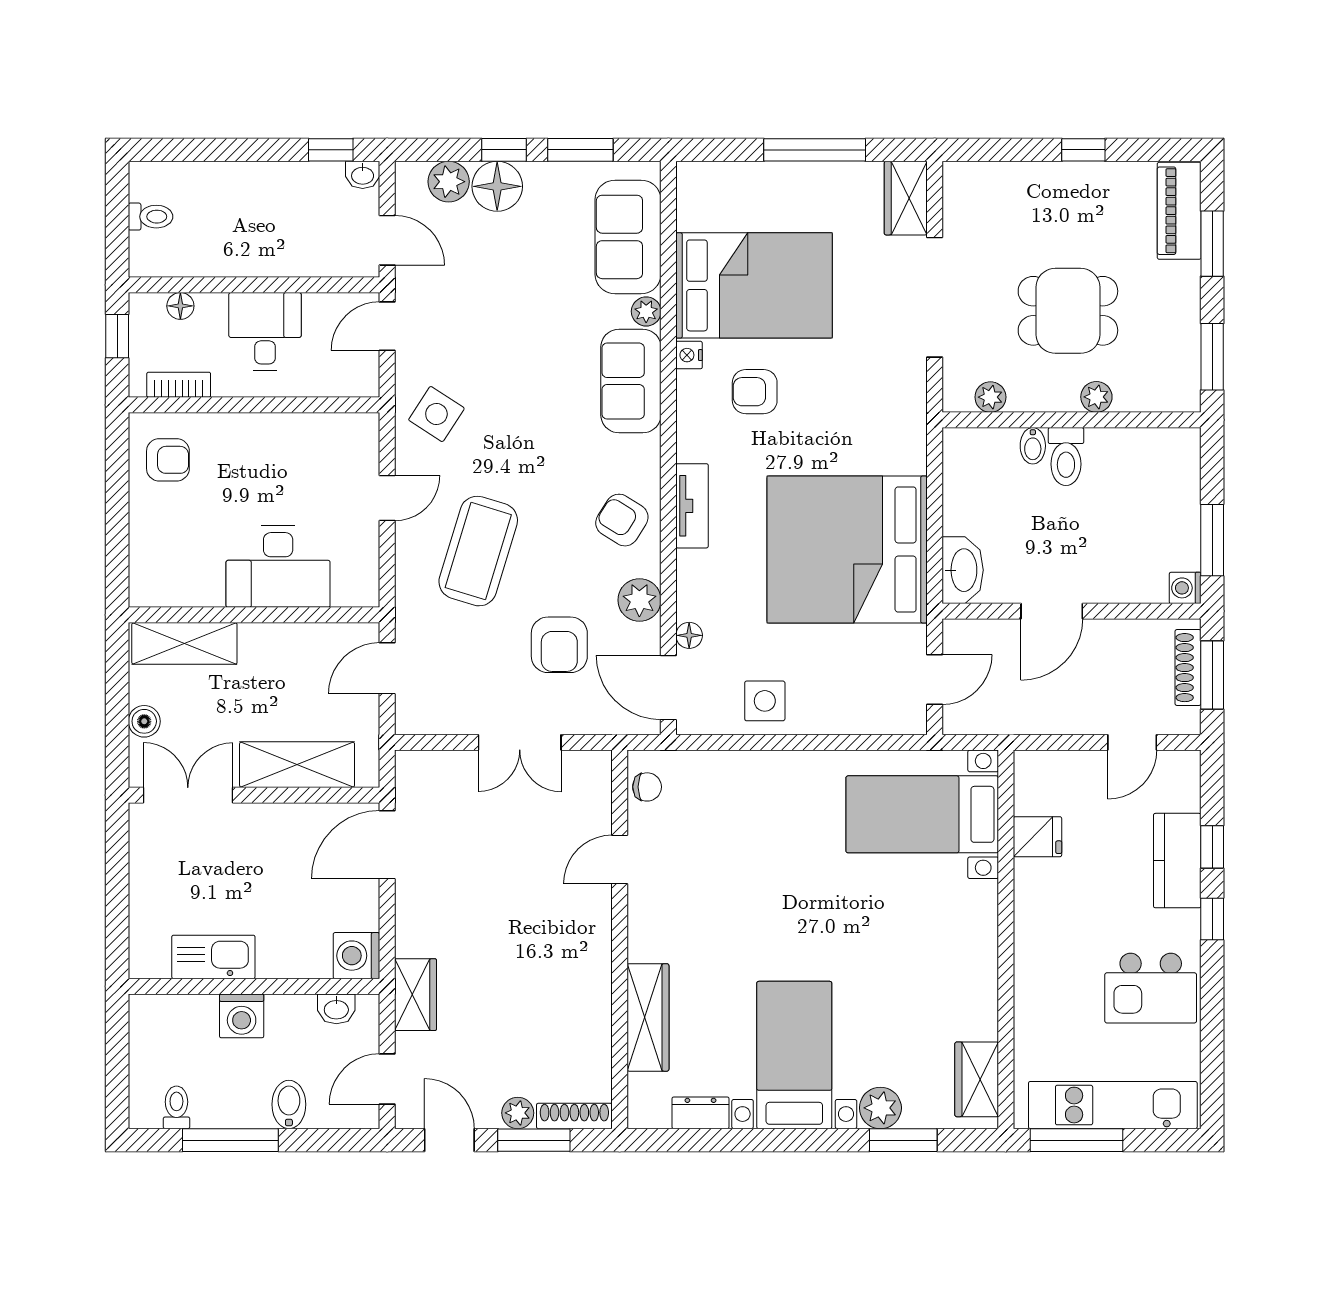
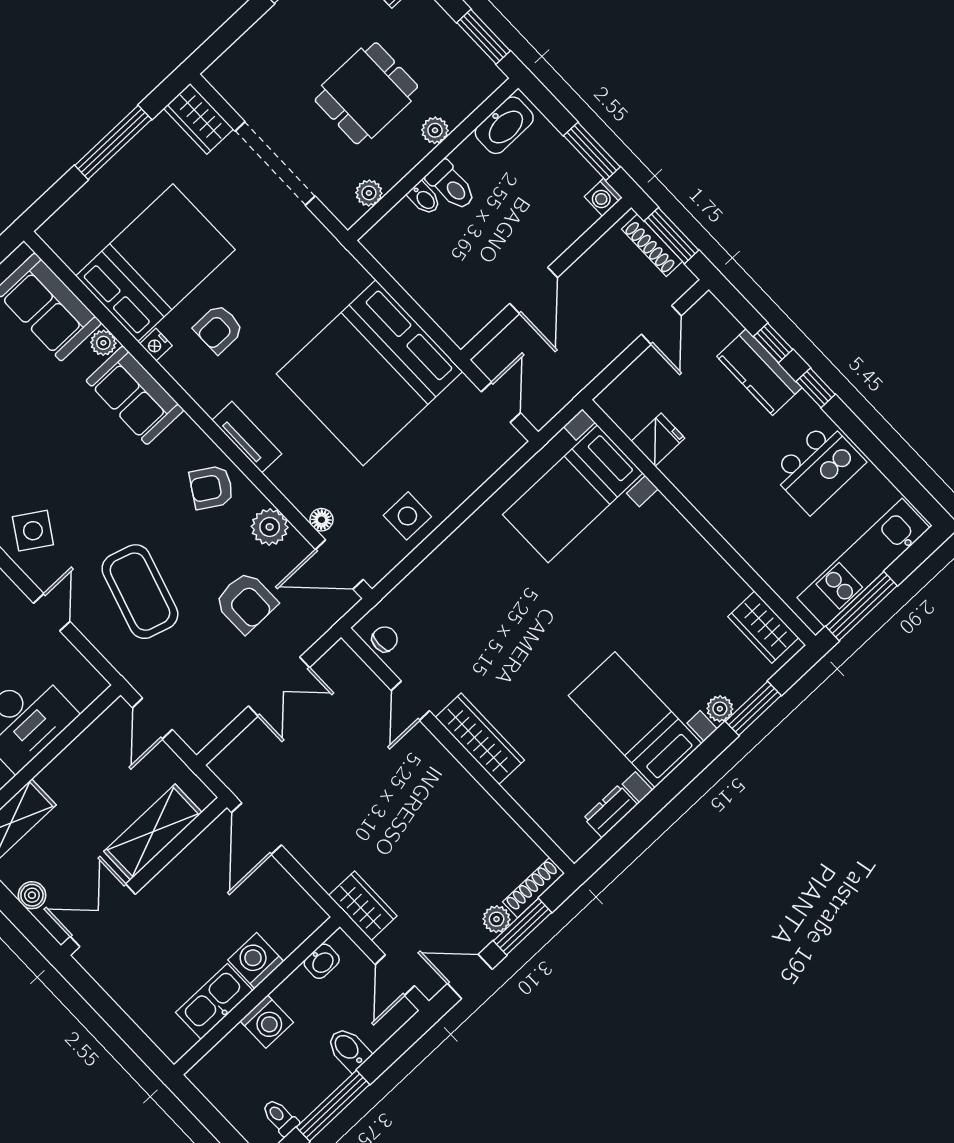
washbasin: (963, 570) -> (504, 125), moved, turned 90
washing machine: (356, 956) -> (256, 961), moved, turned 90
wardrobe: (648, 1017) -> (480, 739), moved
plant: (880, 1108) -> (720, 709), width x0.73, depth x0.73

